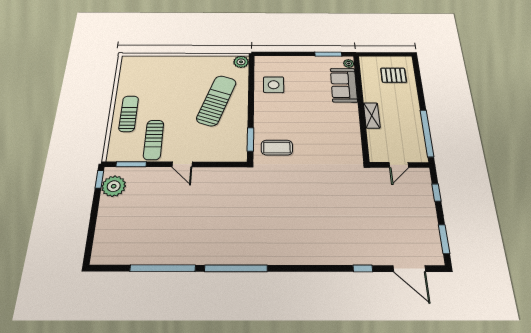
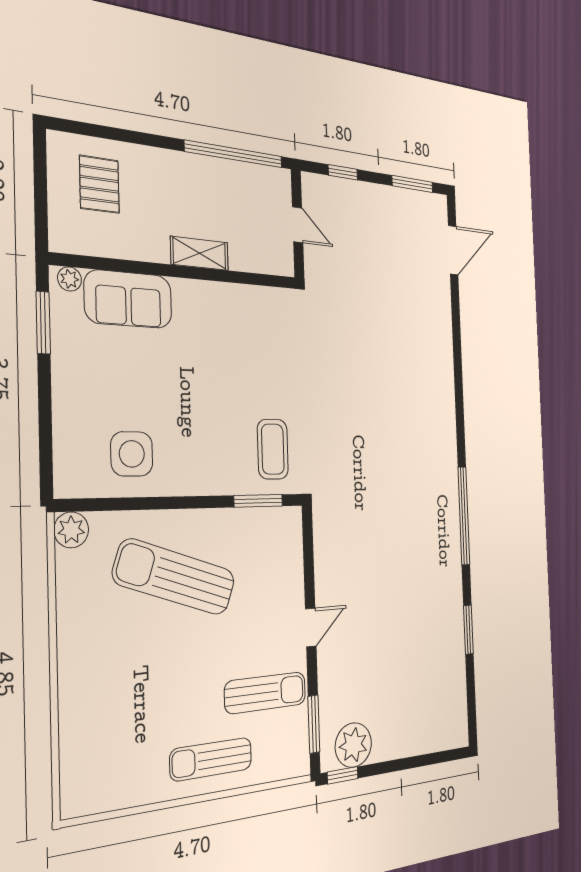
window: (163, 268) -> (468, 630), width x0.47
window: (363, 268) -> (456, 321), removed

